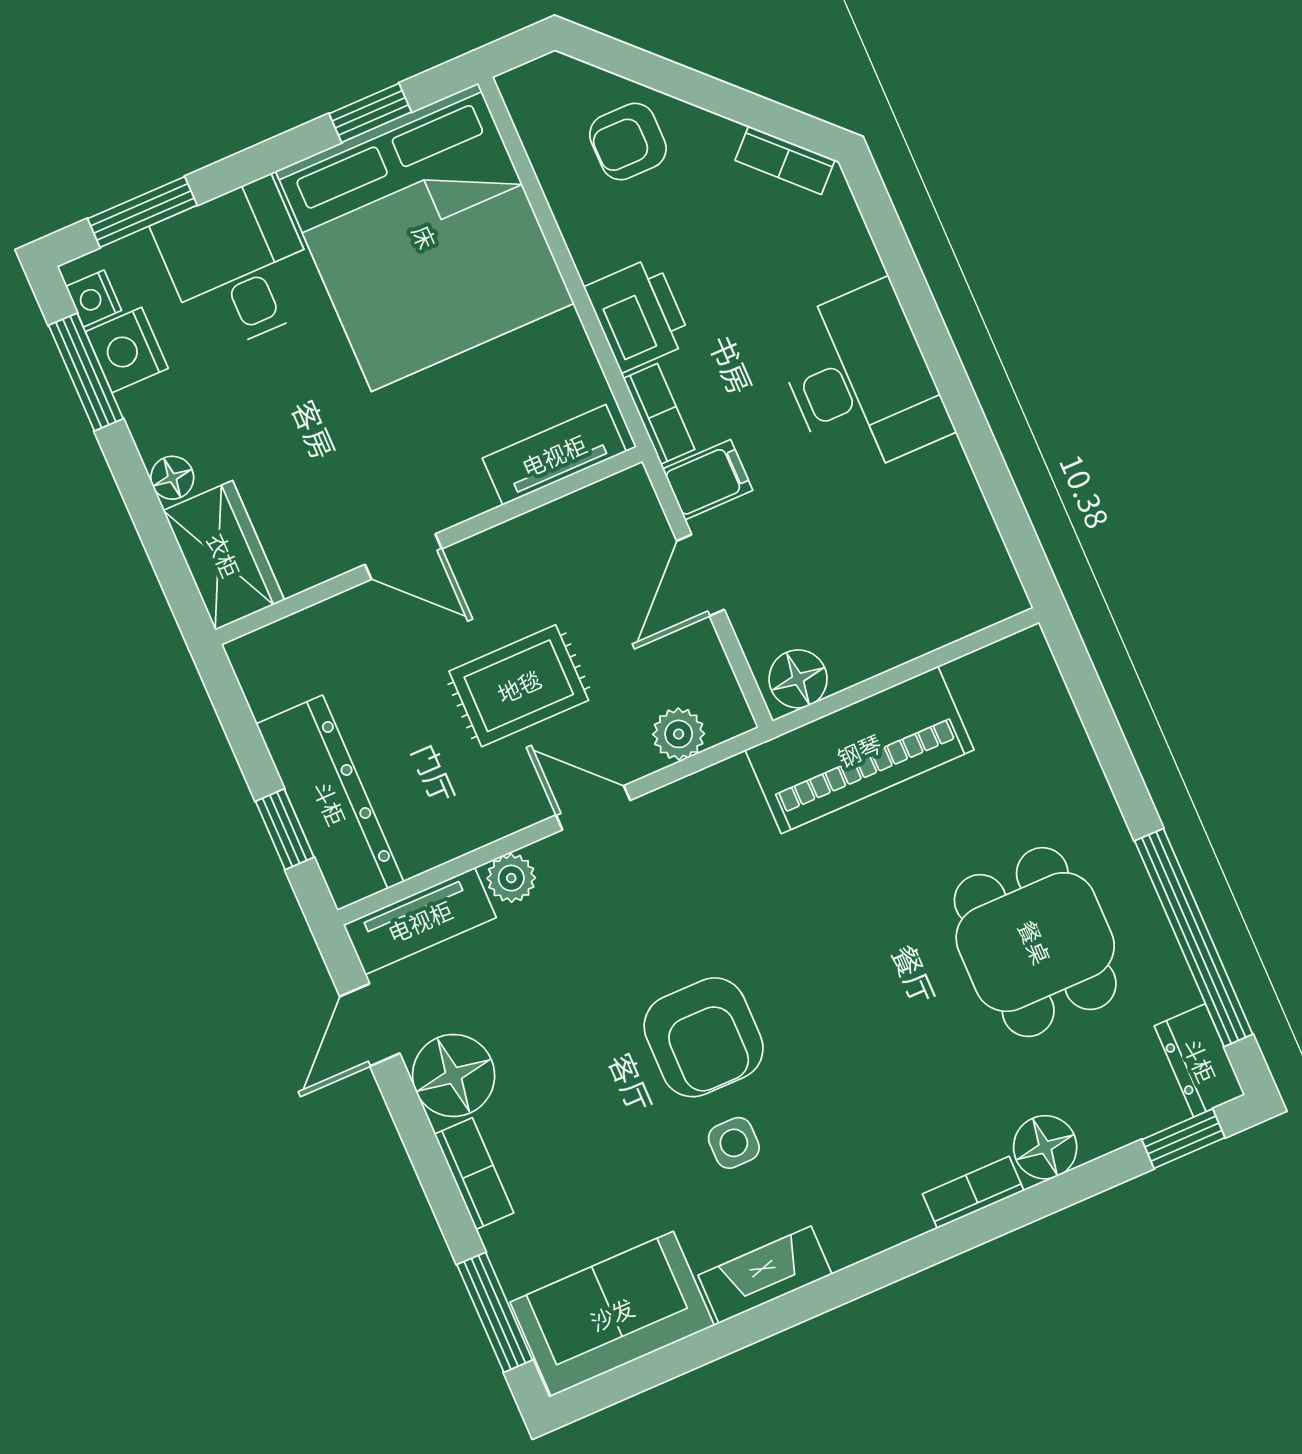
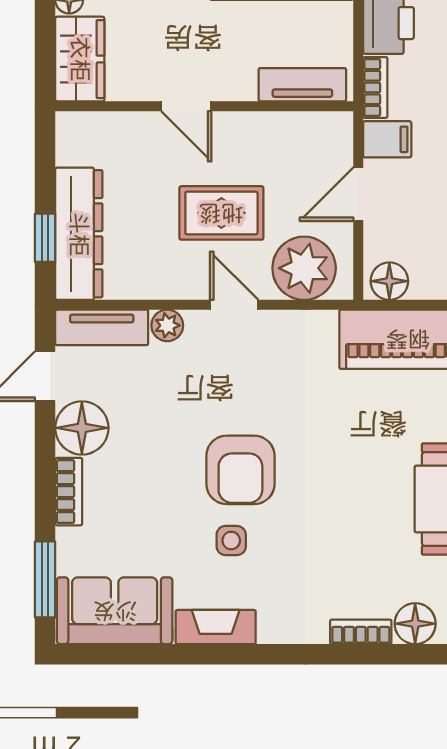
plant: (679, 734) -> (304, 268), width x1.87, depth x1.87

